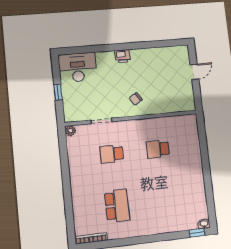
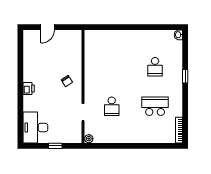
door: (194, 72) -> (48, 27), swing flipped
school desk: (158, 149) -> (155, 67), moved
window: (197, 233) -> (185, 76), moved

